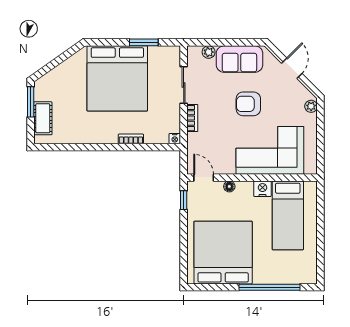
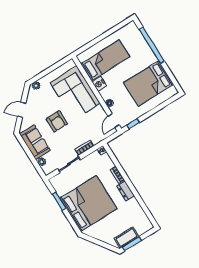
cot: (43, 118) -> (126, 238), moved
dresser: (104, 136) -> (126, 191), added
bed: (223, 253) -> (149, 83), width x0.73

